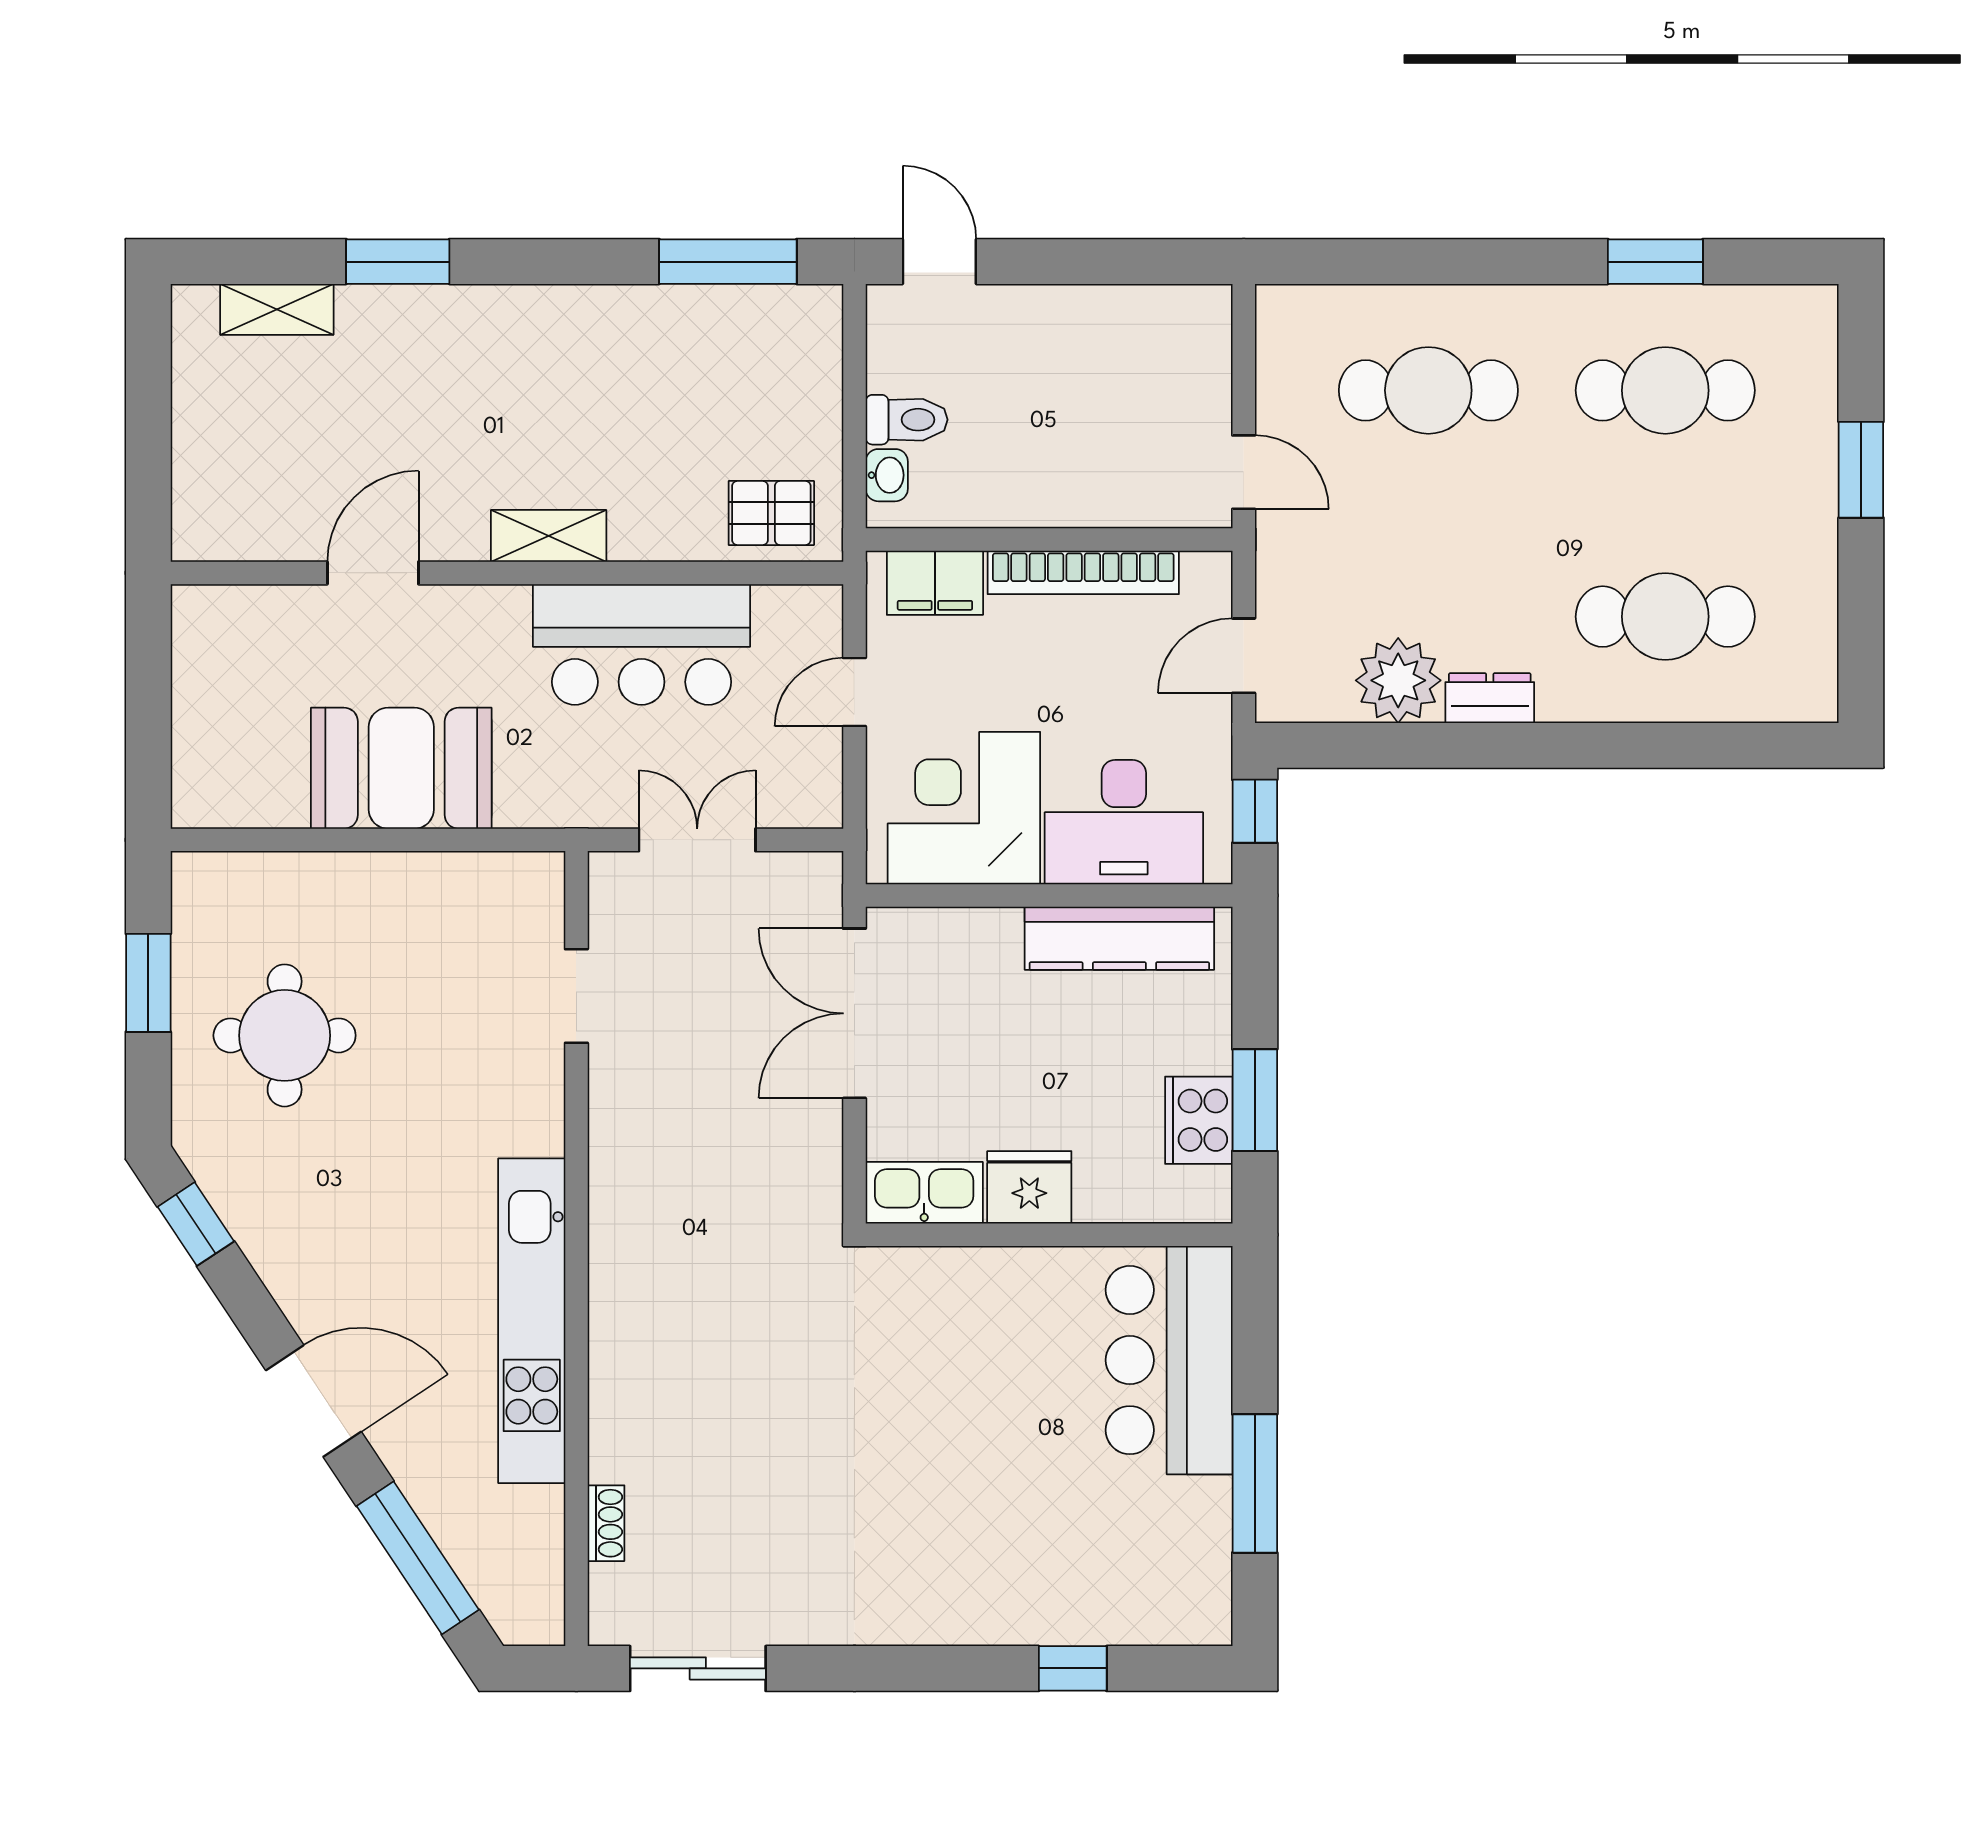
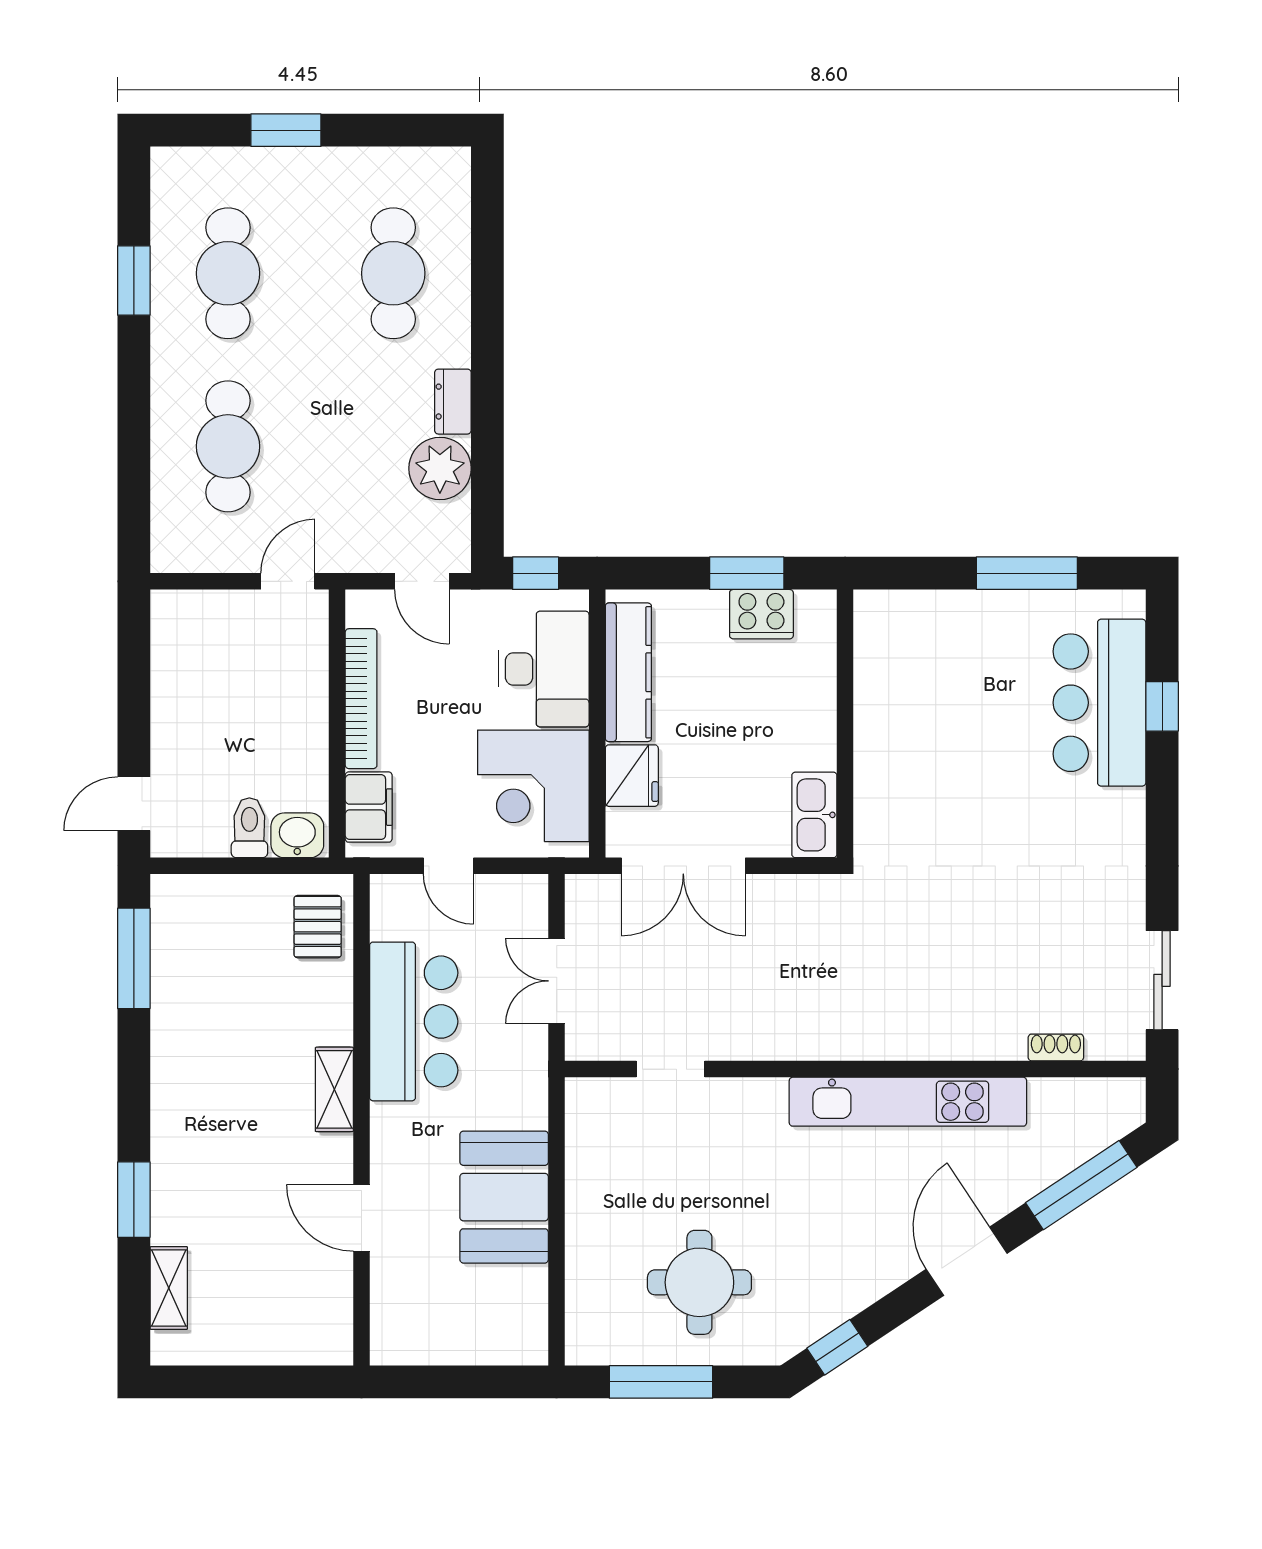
washbasin: (887, 475) -> (297, 835), width x1.38, depth x1.45
window: (148, 983) -> (661, 1382), width x1.44
fridge: (1029, 1187) -> (632, 776), moved, turned 180
bar counter: (1169, 1360) -> (1099, 703), moved, turned 90

